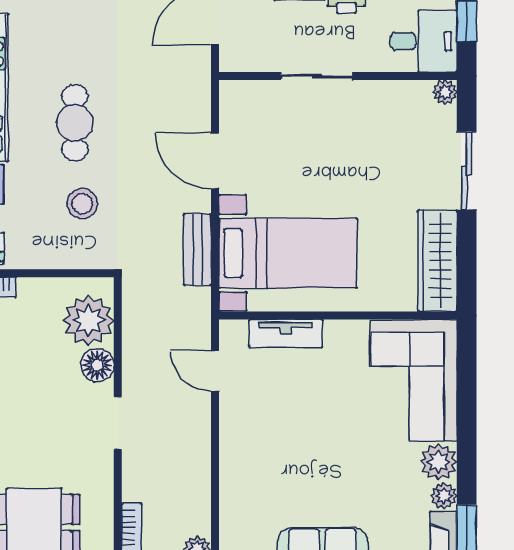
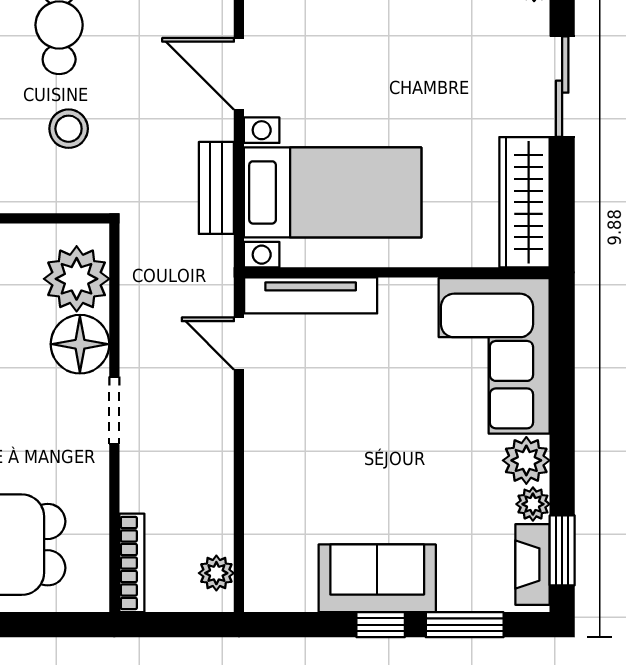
tv unit: (286, 333) -> (311, 295), width x1.41
floor lamp: (97, 365) -> (80, 344), width x1.38, depth x1.38

